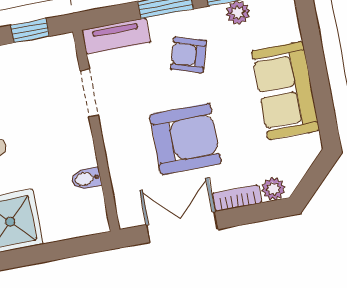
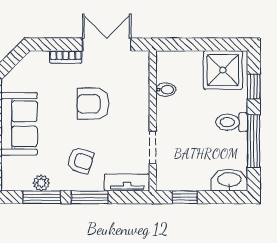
armchair: (186, 139) -> (93, 104), width x0.73, depth x0.73
plant: (273, 189) -> (40, 59), removed
double door: (182, 227) -> (107, 44), swing flipped

